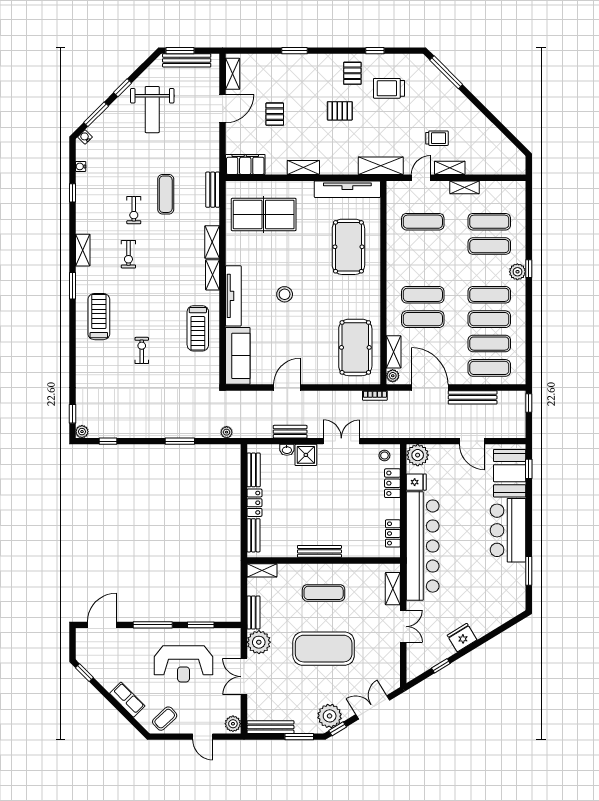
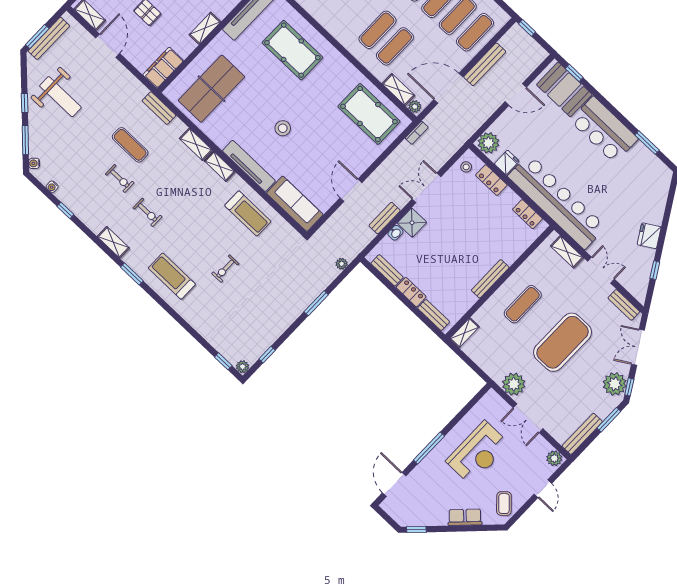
exercise bike: (142, 350) -> (225, 269), turned -90
bench: (253, 613) -> (624, 305), moved
window: (201, 625) -> (462, 414), removed
door: (203, 737) -> (543, 489), hinge flipped

